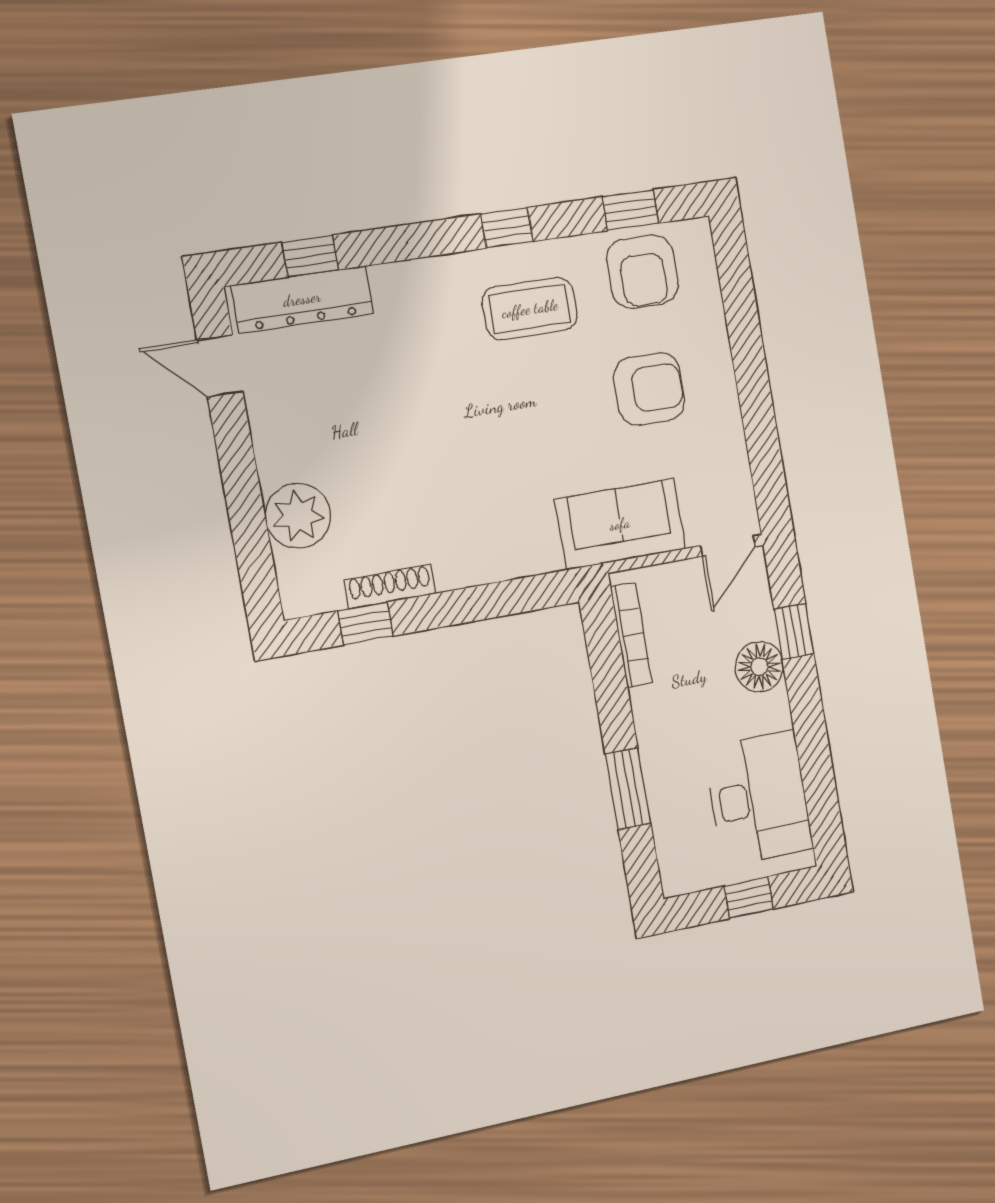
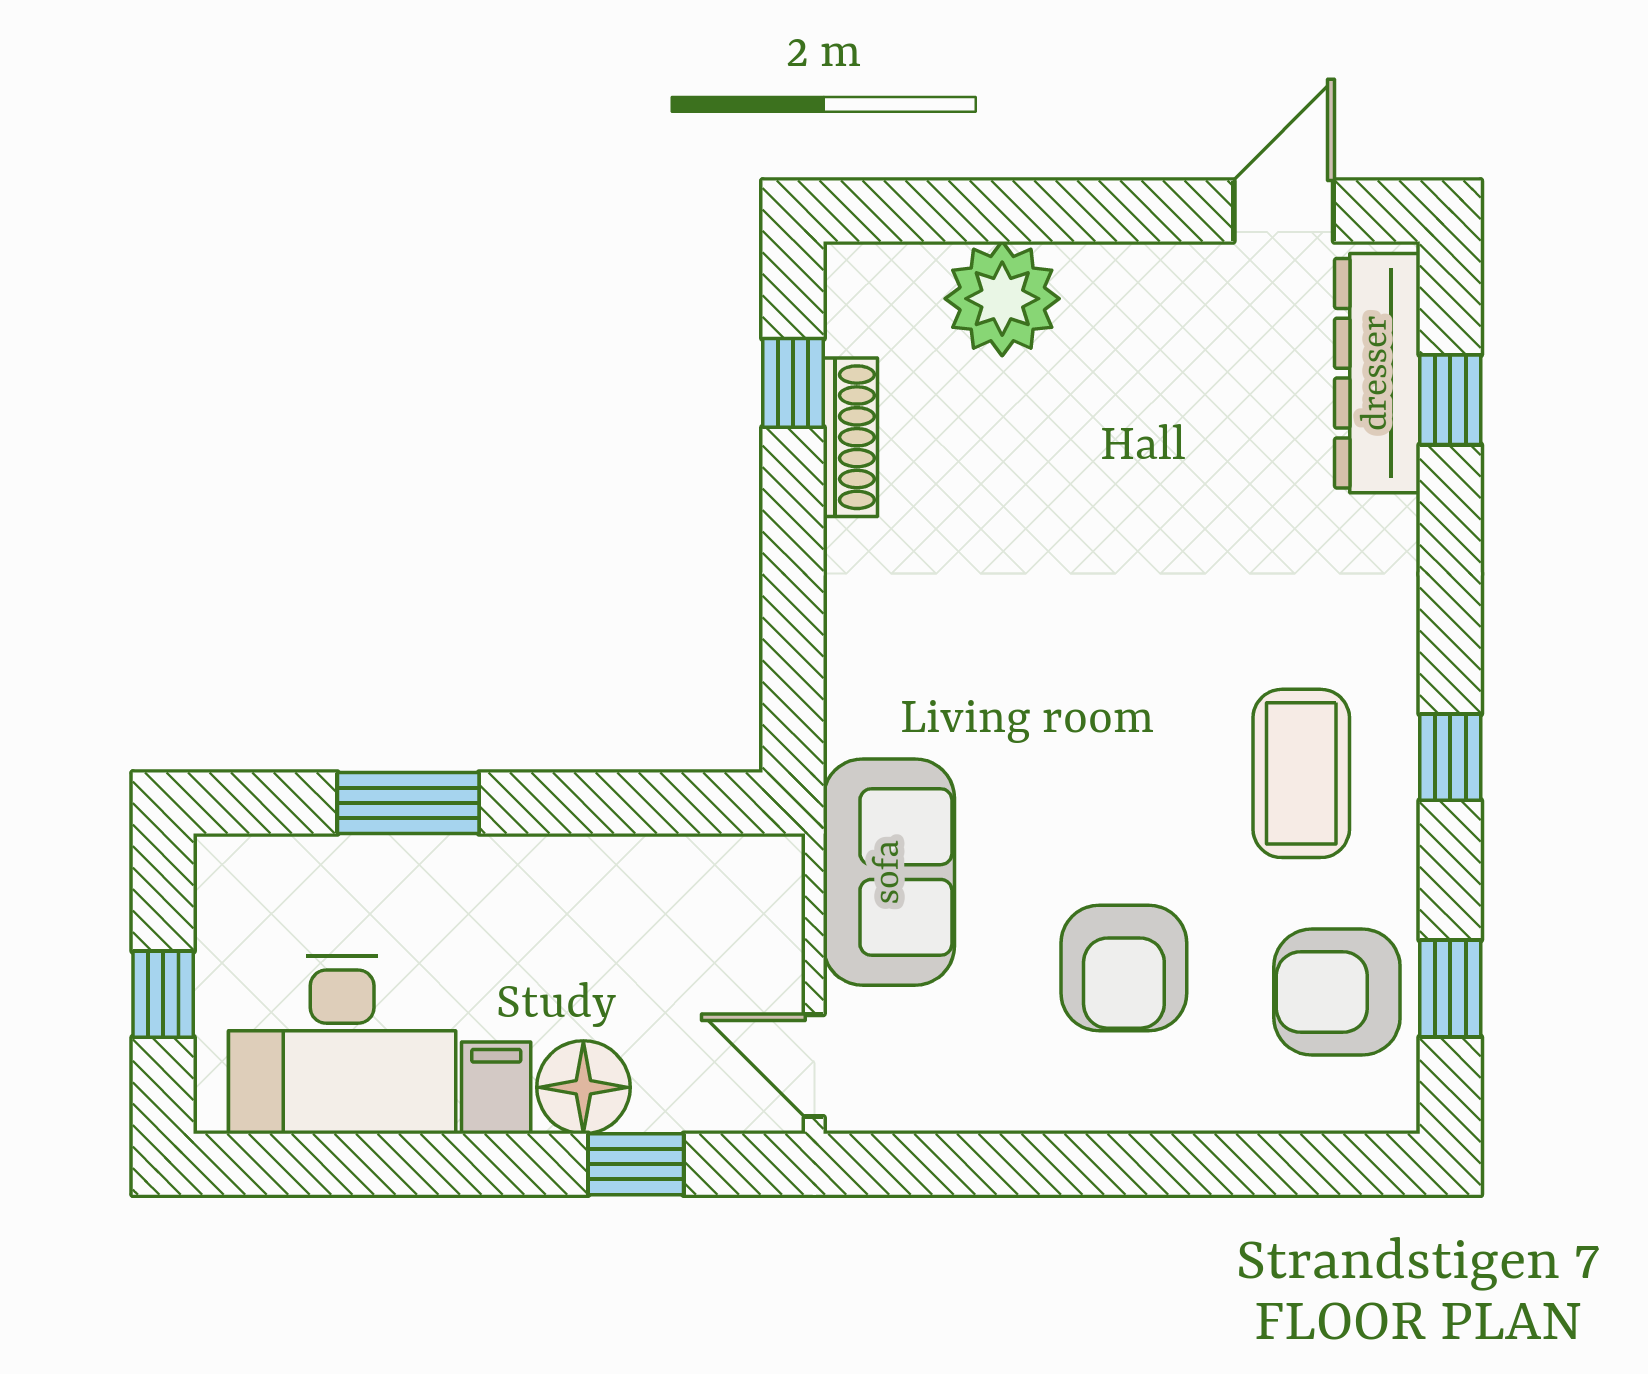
bookcase: (631, 635) -> (685, 857), removed
filing cabinet: (767, 713) -> (496, 1088), added

